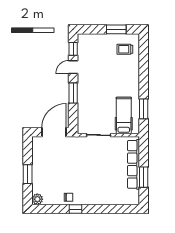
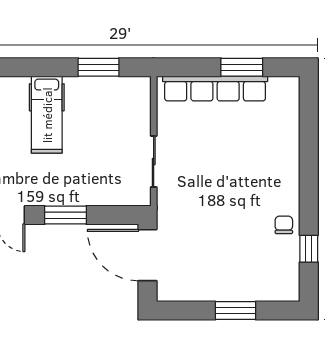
hospital bed: (124, 115) -> (47, 115), moved, turned -90
plant: (37, 199) -> (288, 290), removed
window: (75, 209) -> (309, 249), moved

